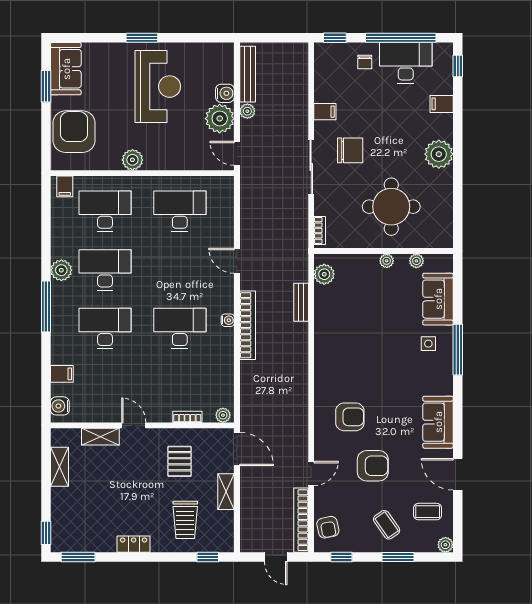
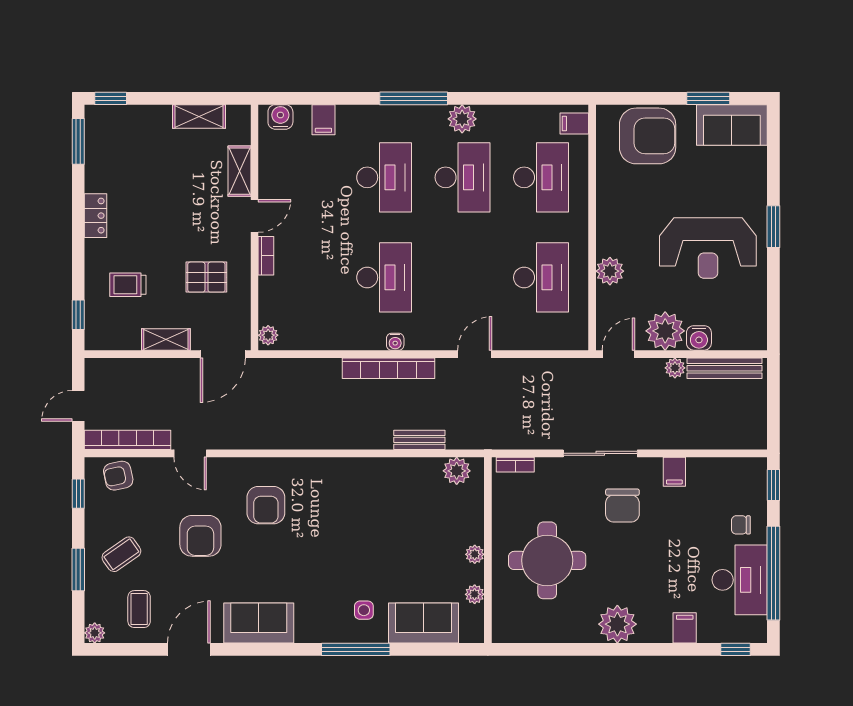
plant: (132, 160) -> (610, 271), moved
bookcase: (187, 417) -> (266, 256), moved
trolley: (185, 520) -> (128, 285), width x0.73, depth x0.72

